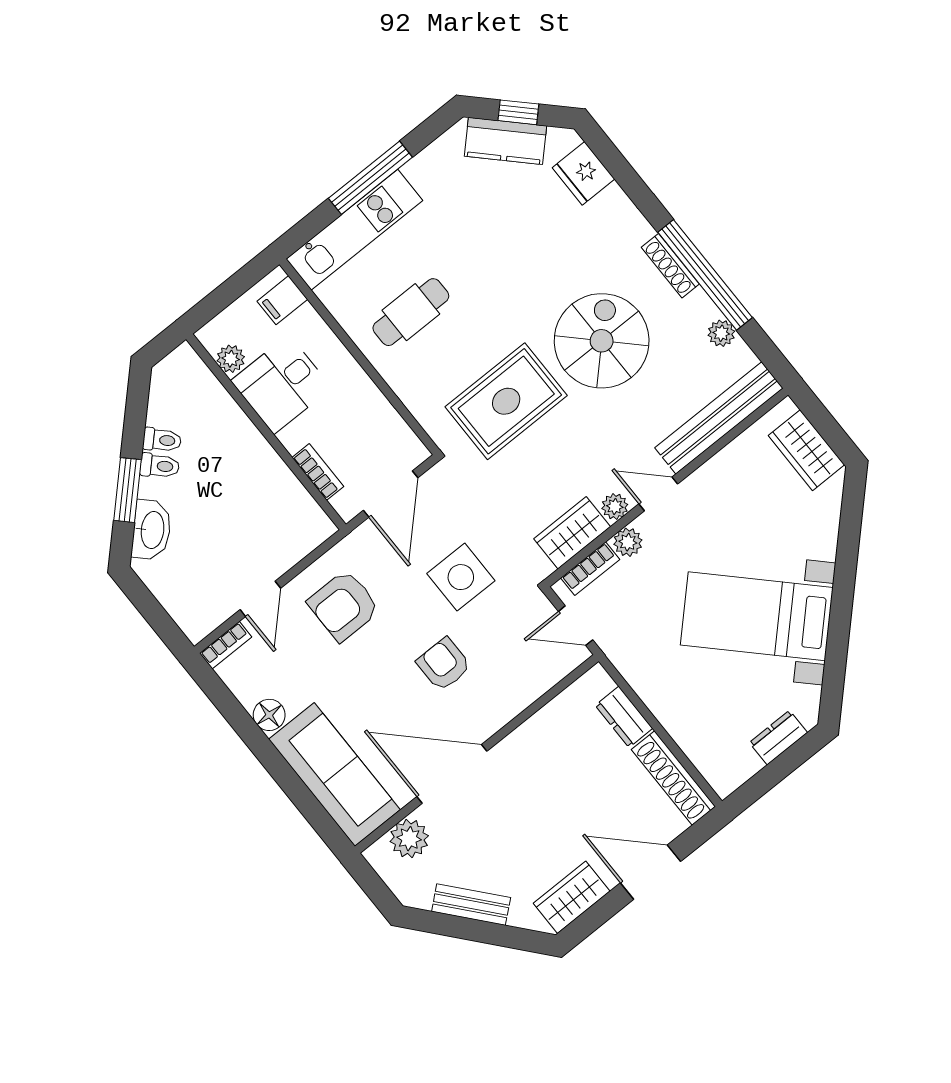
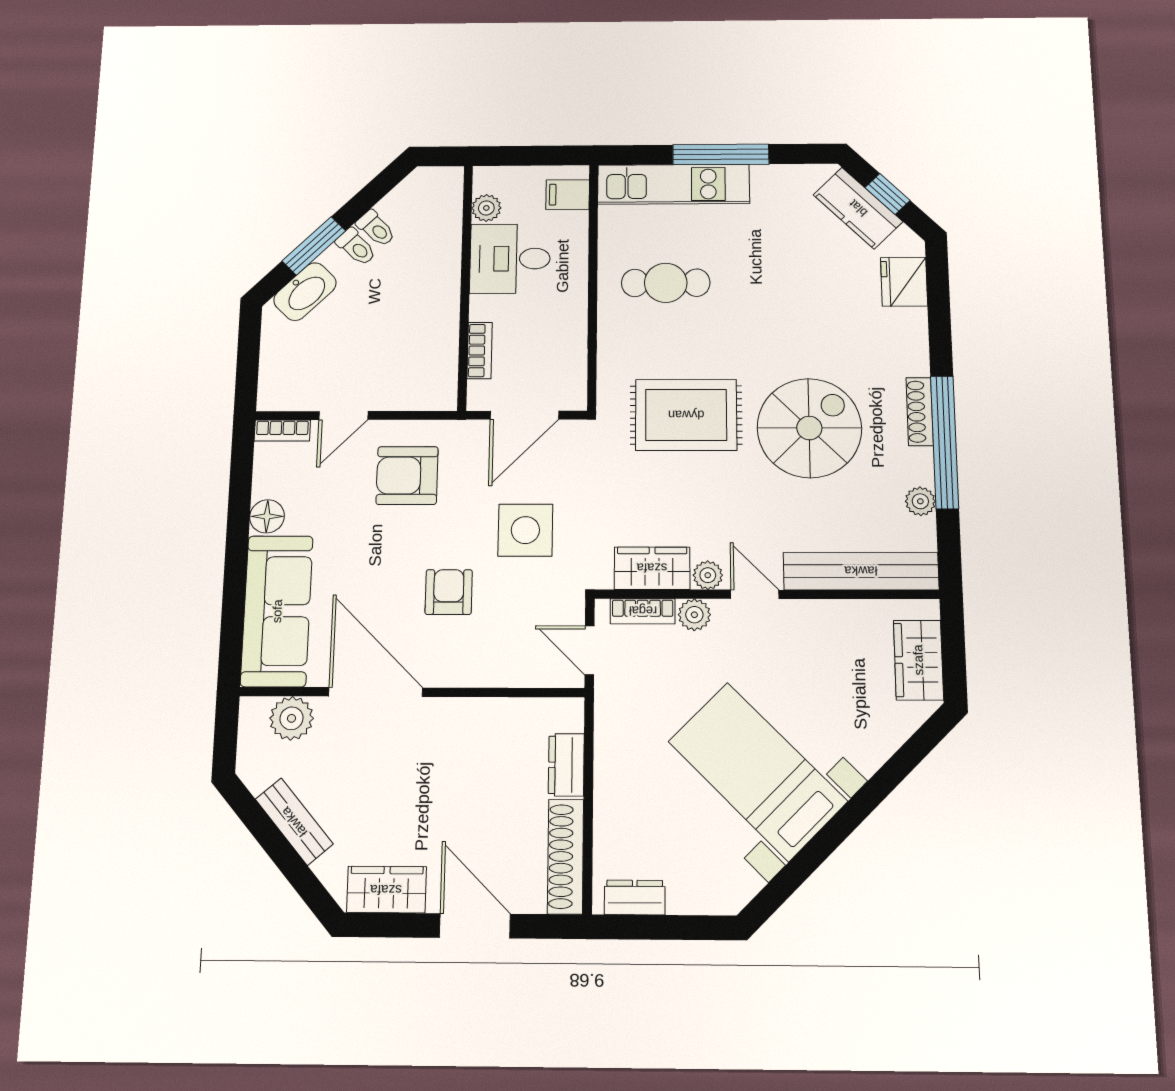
dresser: (778, 738) -> (635, 897), moved

